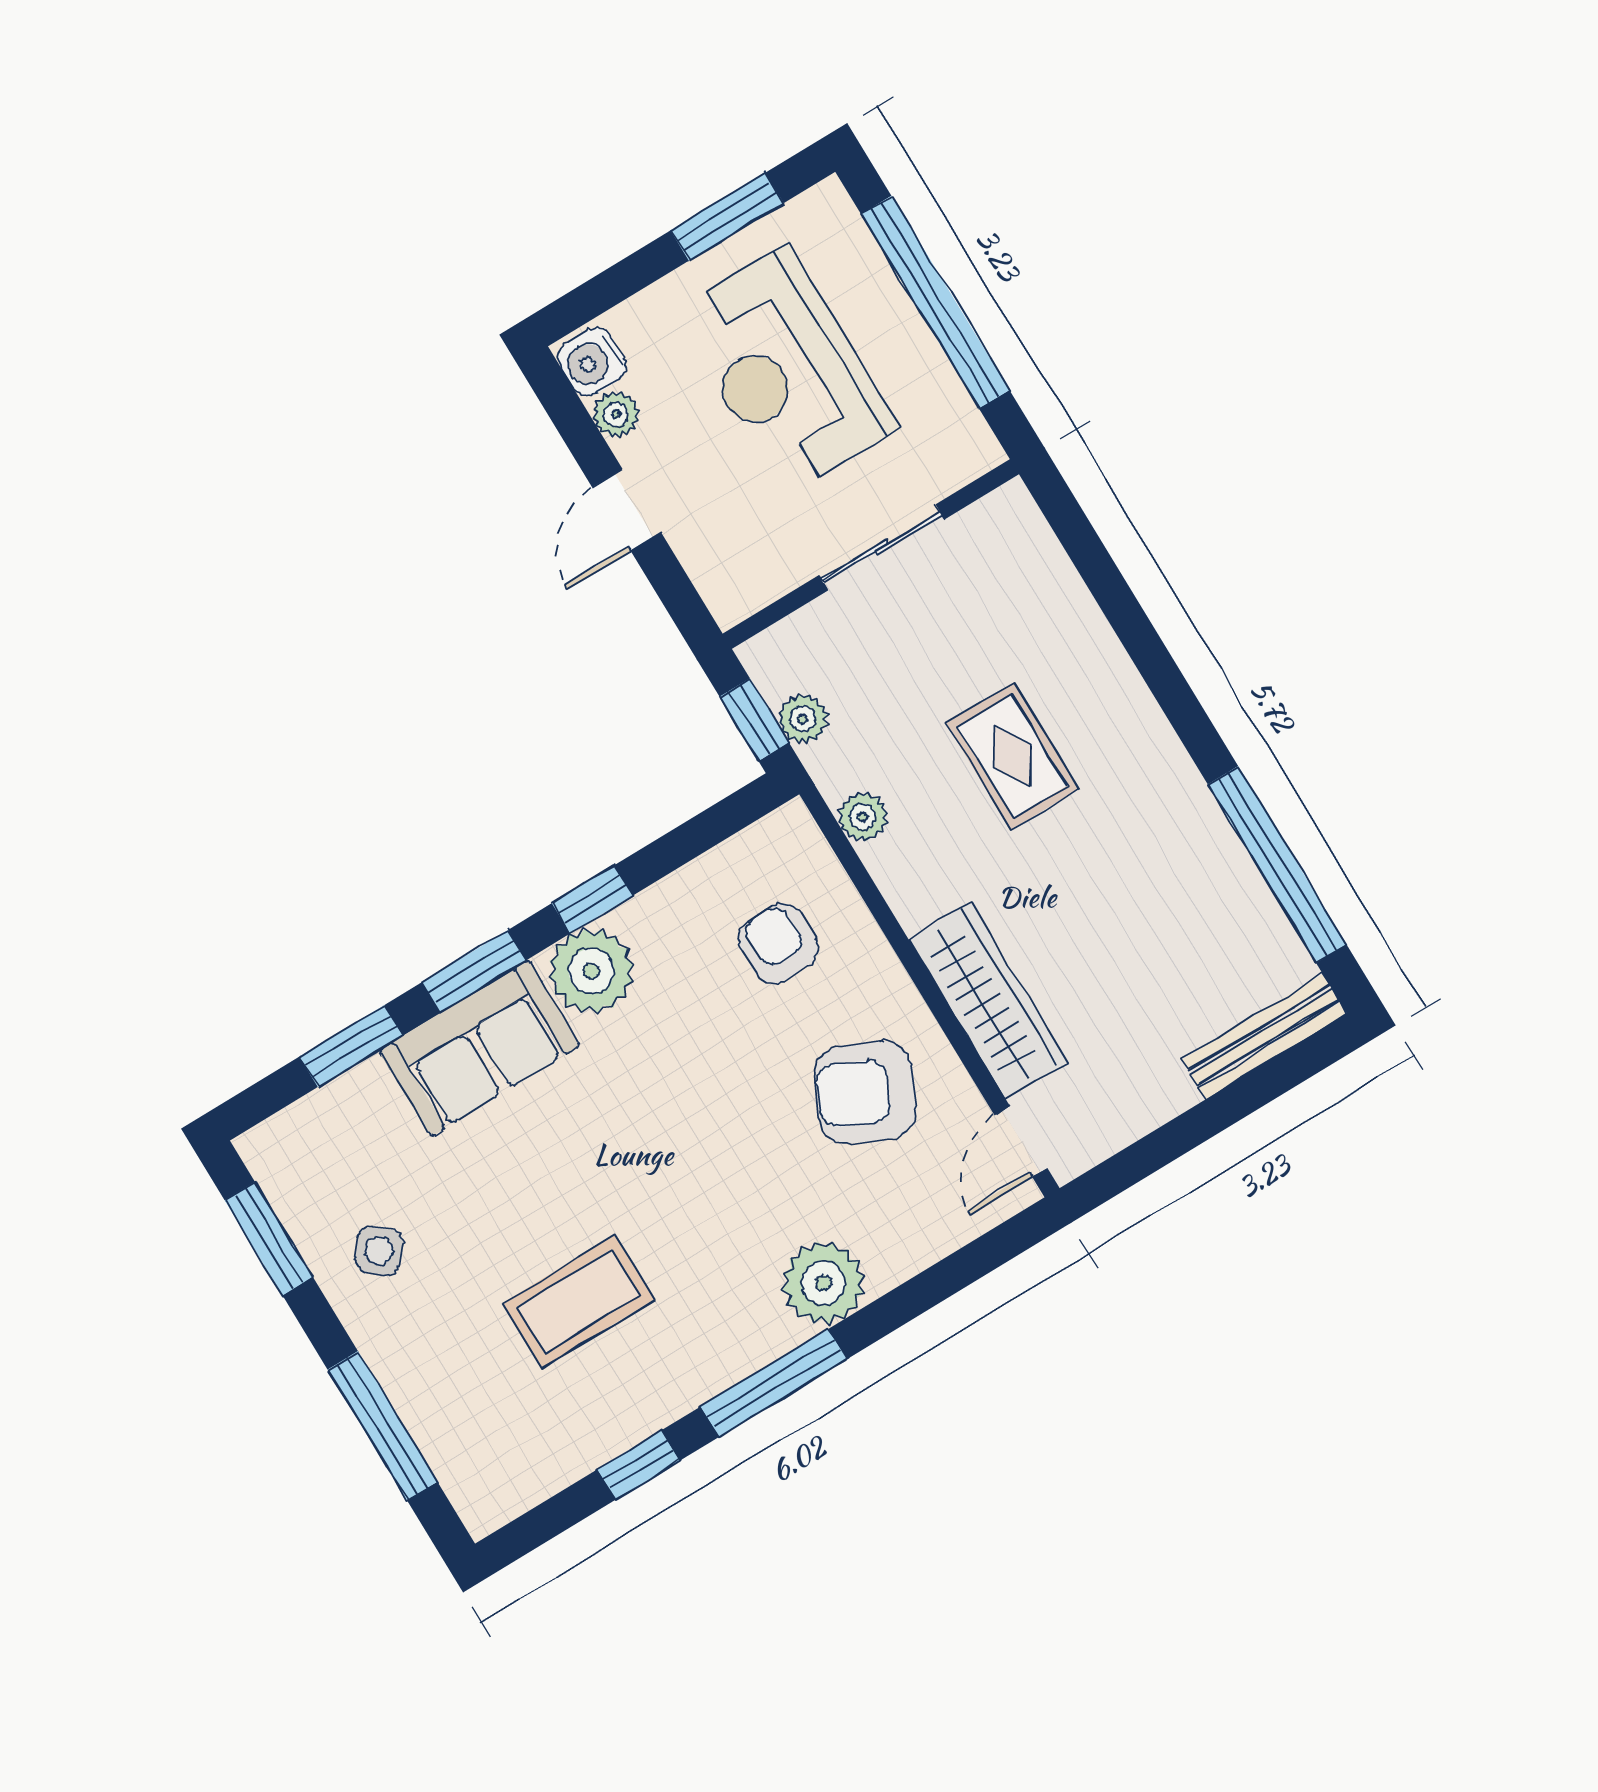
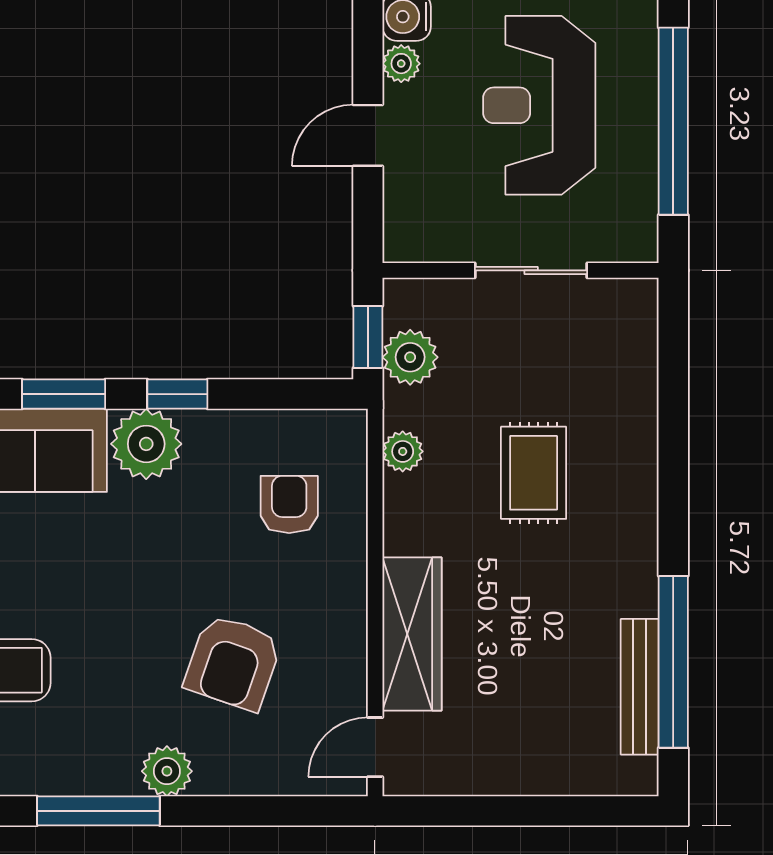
plant: (803, 719) -> (410, 357), width x1.38, depth x1.38
bench: (1265, 1037) -> (640, 687), moved, turned 90
armchair: (865, 1092) -> (233, 662), moved, turned -96
plant: (823, 1283) -> (167, 771), width x0.73, depth x0.73

